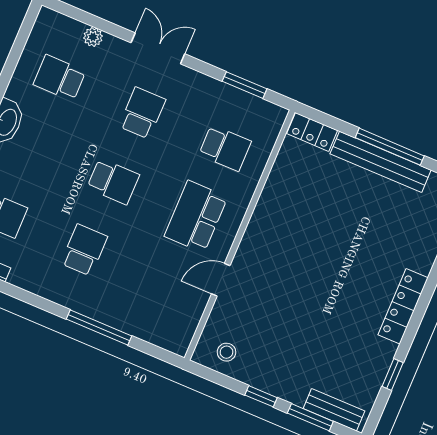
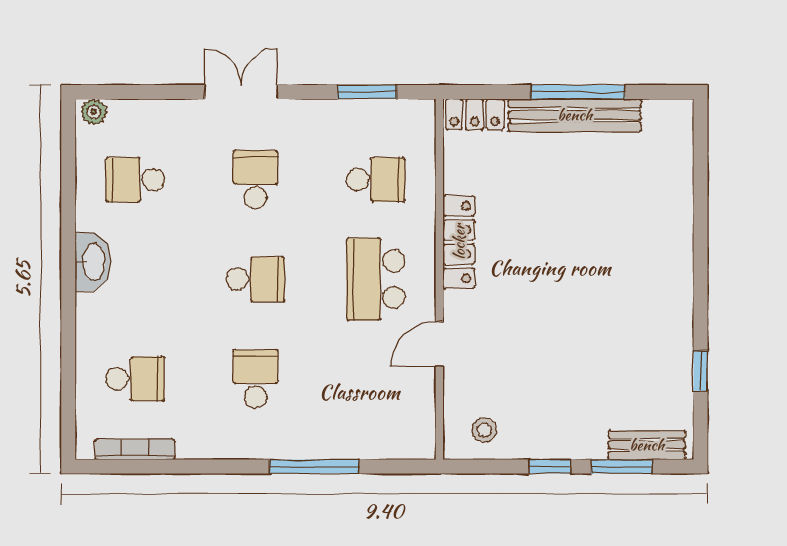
plant: (93, 37) -> (94, 112), moved
locker: (403, 306) -> (459, 242), moved, turned 180

